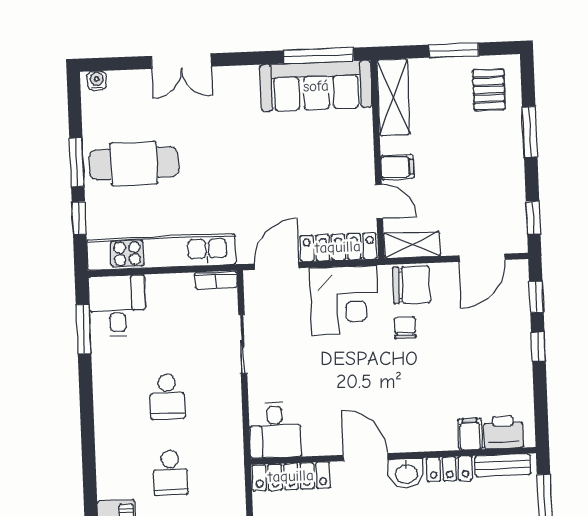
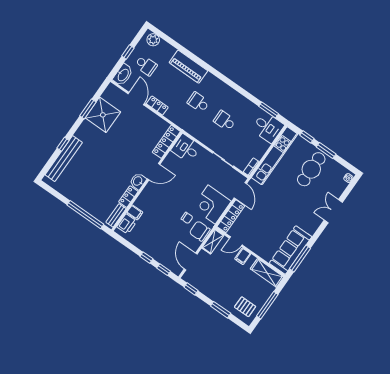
window: (454, 50) -> (267, 305), width x1.44
chair: (411, 285) -> (200, 231), turned 90

